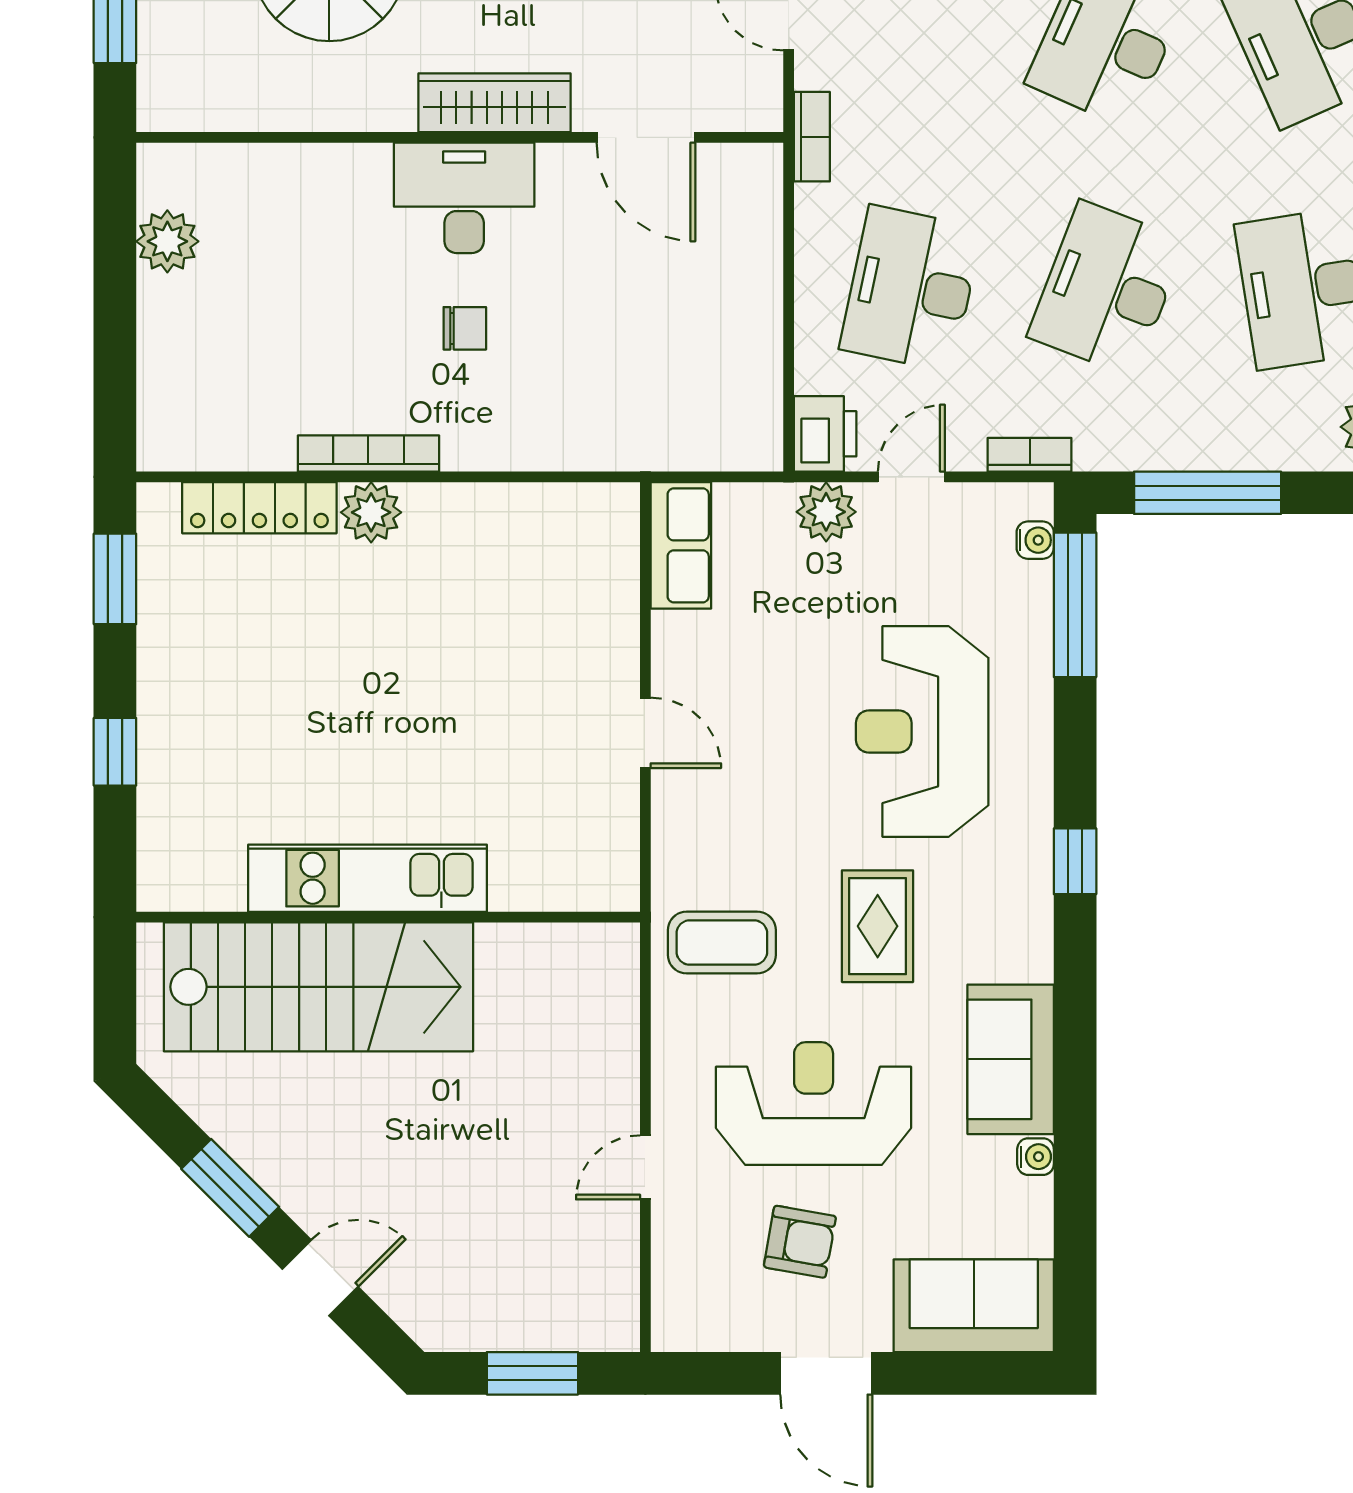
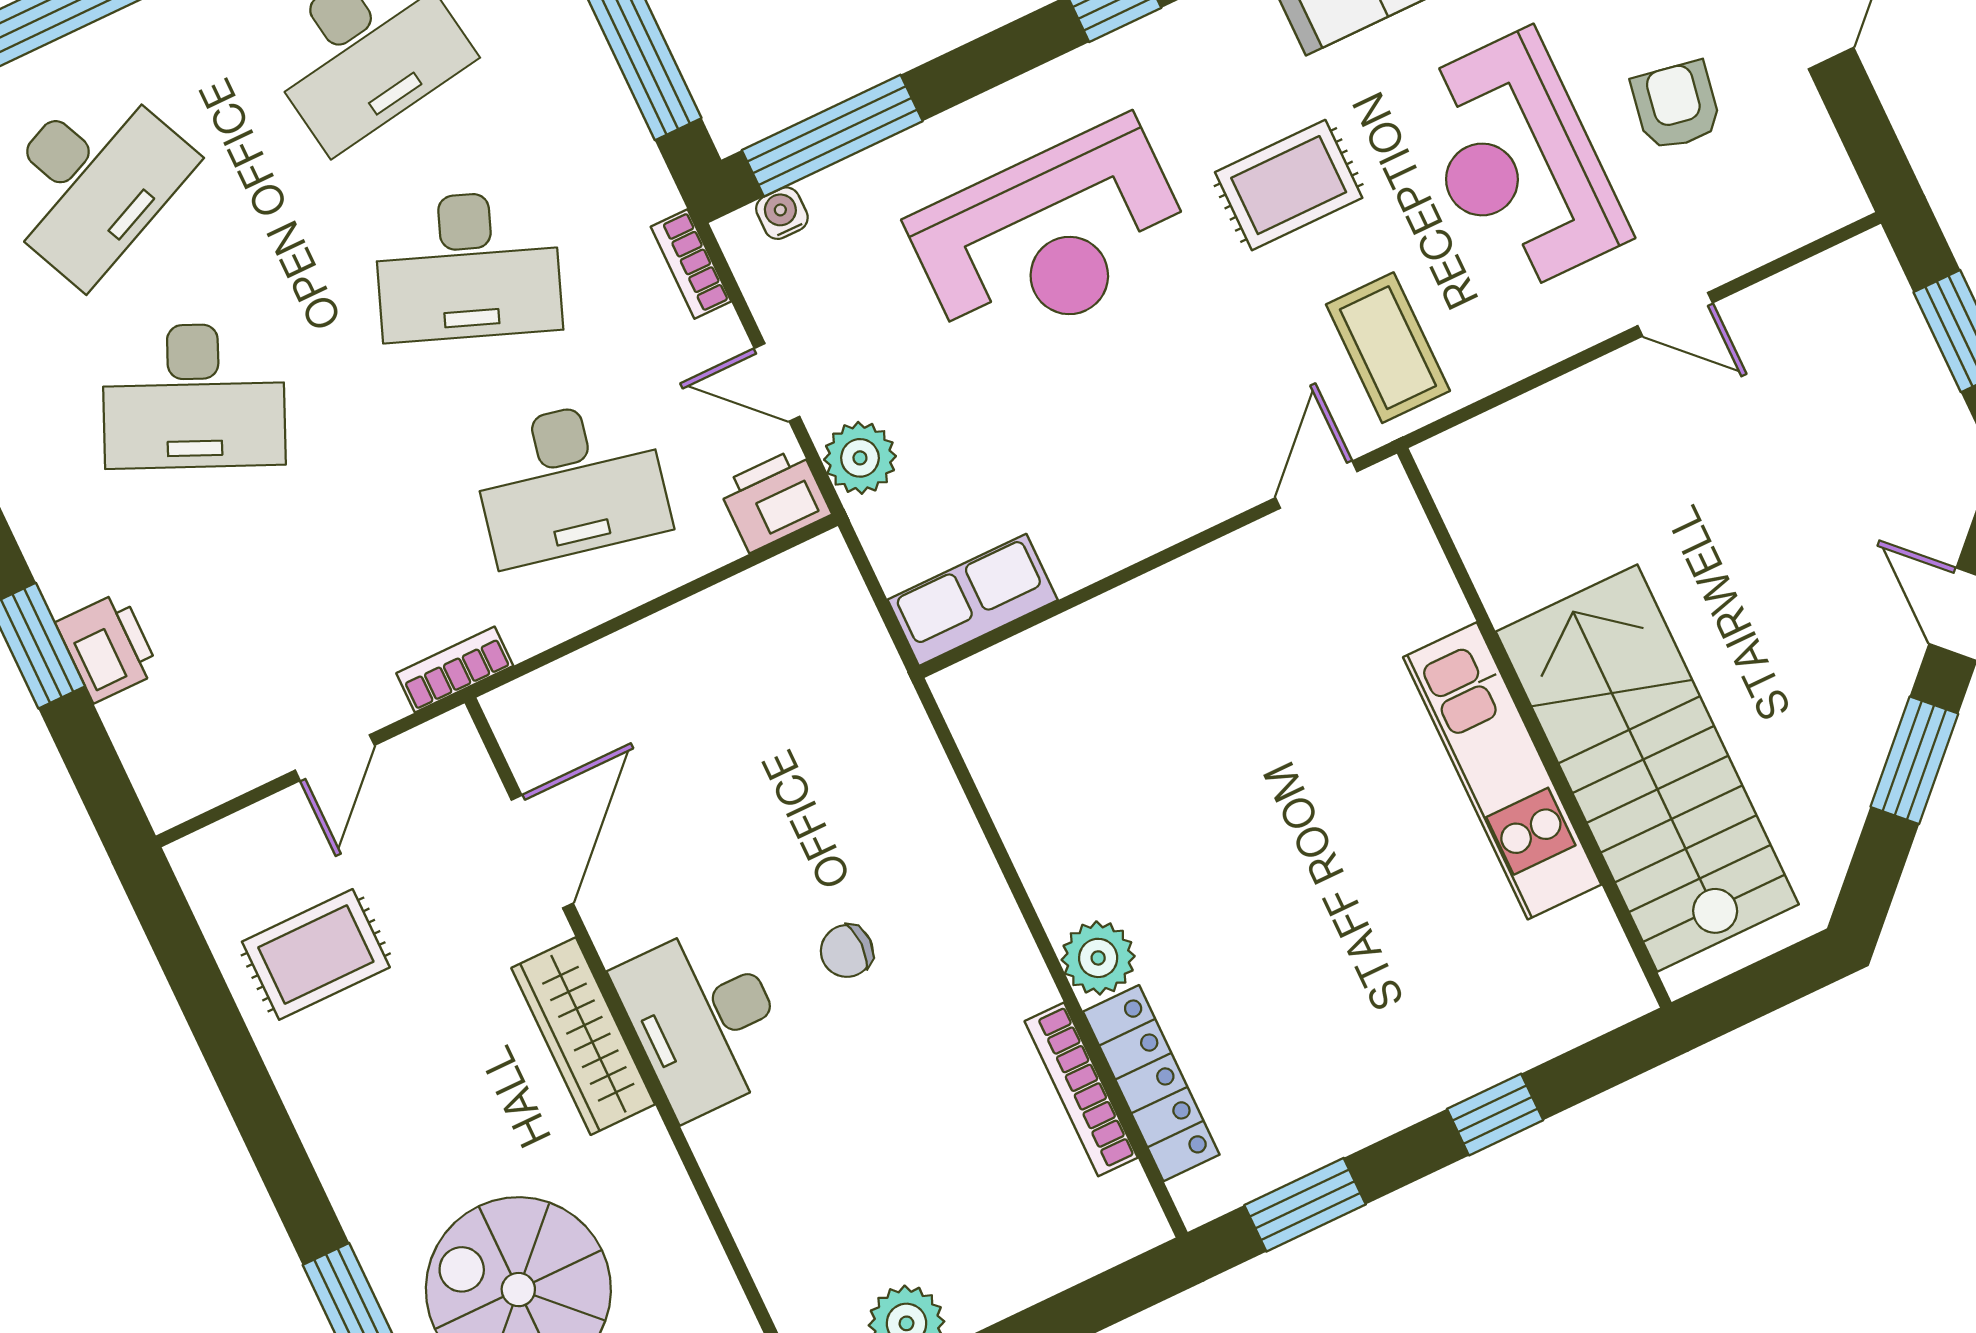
chair: (465, 328) -> (847, 951), turned -90
bookcase: (368, 453) -> (1081, 1089), moved
door: (645, 733) -> (1316, 485), moved

